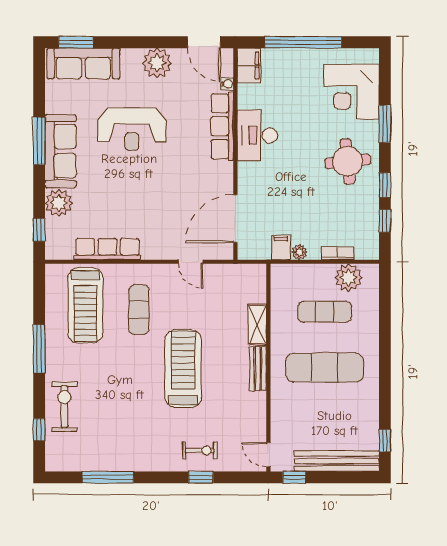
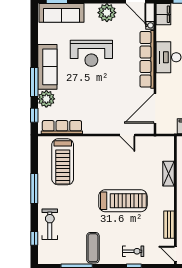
row of seats: (222, 126) -> (147, 59), width x1.36
window: (39, 141) -> (34, 82), moved
row of seats: (107, 249) -> (62, 127), moved
exercise mat: (139, 309) -> (93, 248), moved
treadmill: (183, 369) -> (123, 201), turned 90
bench: (258, 369) -> (169, 225), moved

